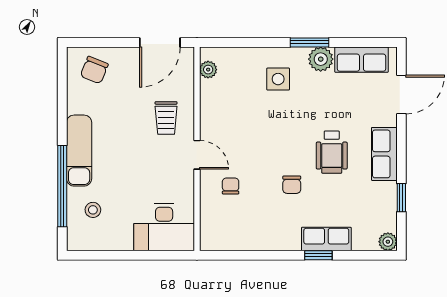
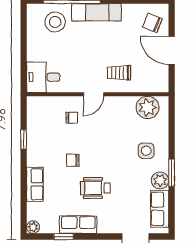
door: (160, 42) -> (172, 50), moved
plant: (208, 70) -> (147, 107), width x1.88, depth x1.88
row of seats: (384, 154) -> (78, 225), moved
stool: (93, 210) -> (55, 22), width x1.89, depth x1.89
desk: (164, 227) -> (43, 77), width x0.73
window: (318, 255) -> (24, 139), moved

